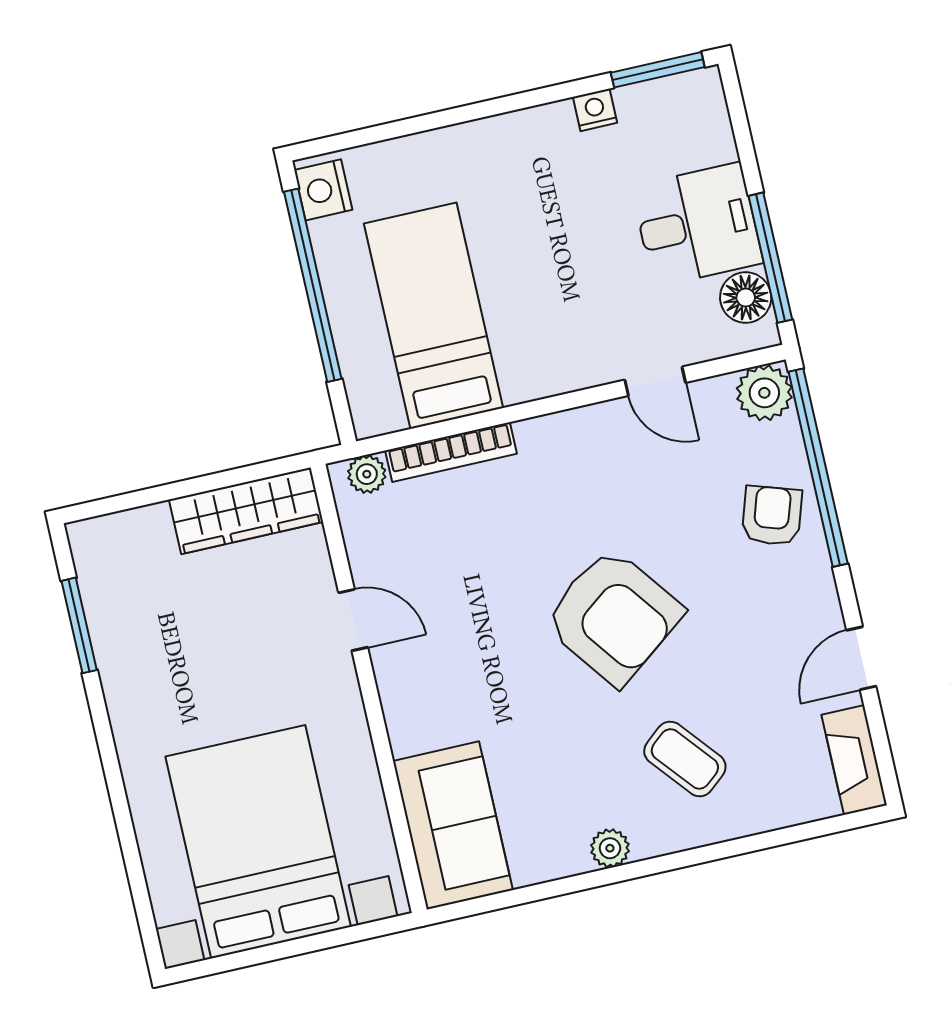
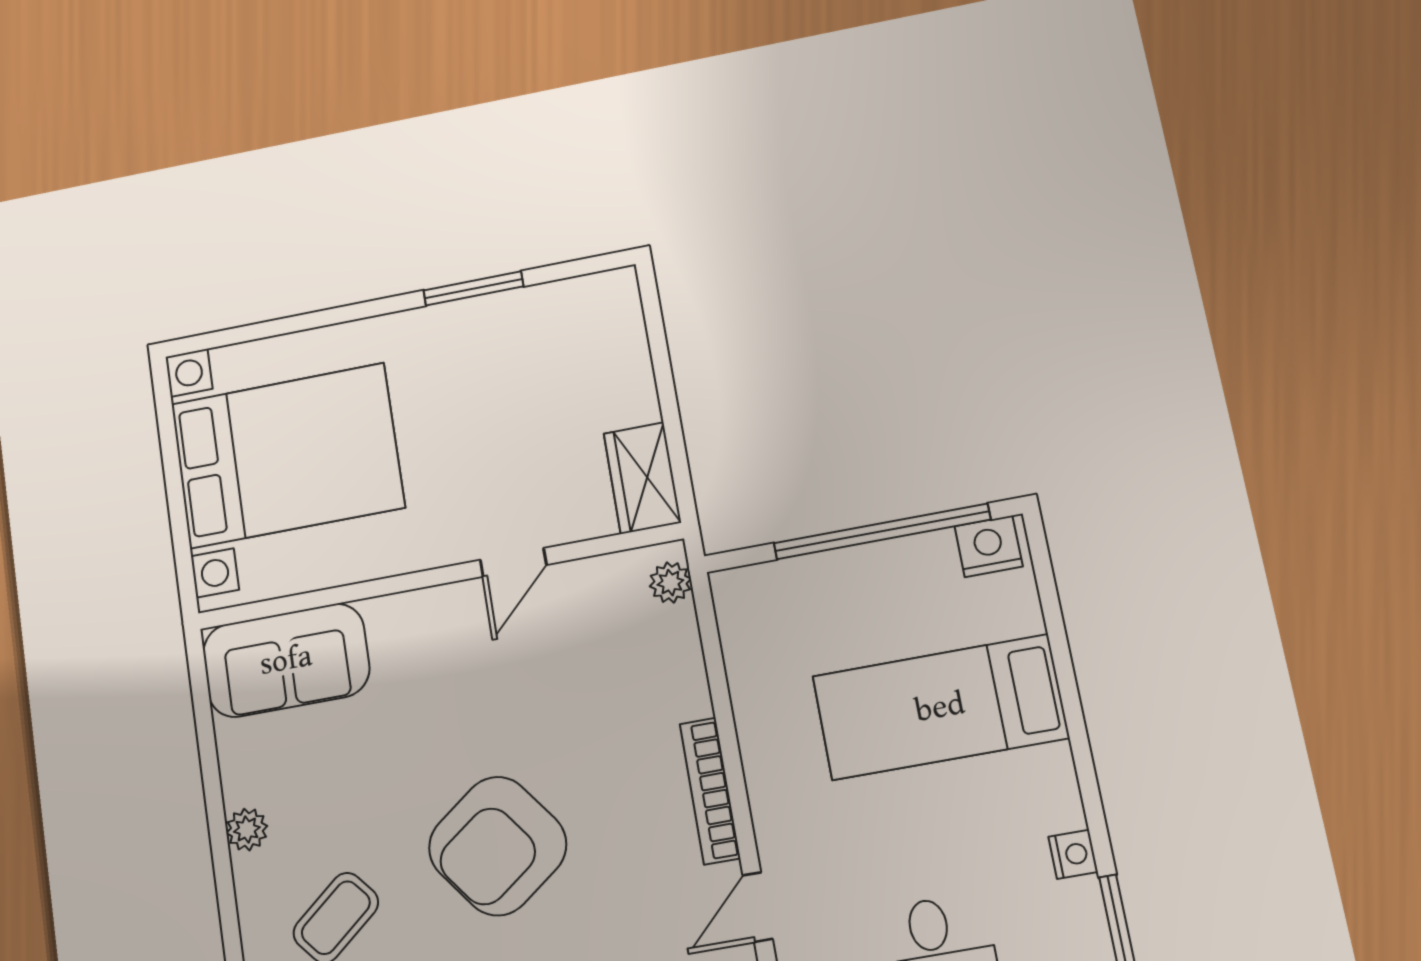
bed: (434, 316) -> (940, 707), moved, turned 180
bookcase: (451, 452) -> (710, 791), moved
wardrobe: (246, 511) -> (642, 478), width x0.67
window: (79, 625) -> (473, 288), moved

